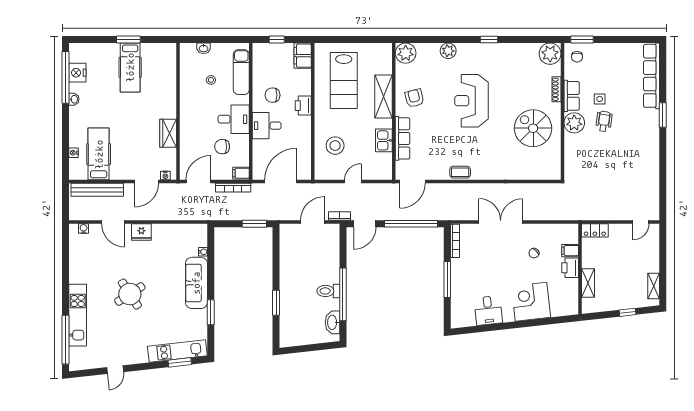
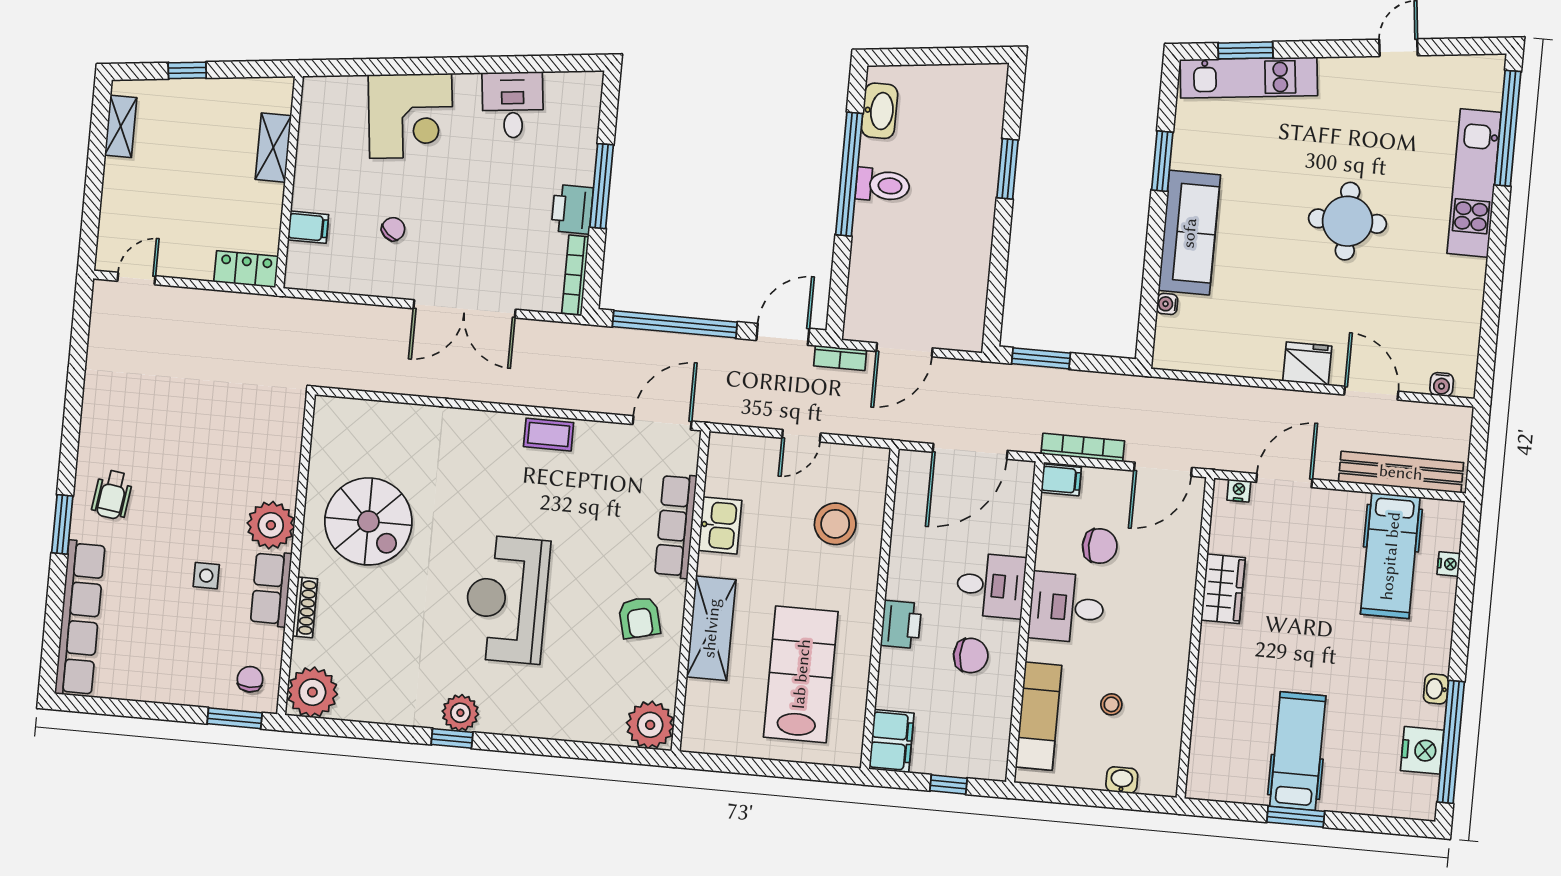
plant: (448, 51) -> (460, 713), moved
reception desk: (471, 101) -> (507, 599), turned 180
wheelchair: (604, 121) -> (112, 495), moved
printer: (570, 268) -> (572, 209), moved, turned 180
round table: (130, 294) -> (1347, 221), turned 33

